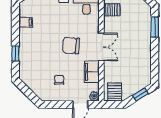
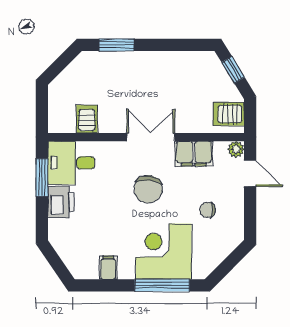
window: (15, 53) -> (162, 285), width x2.17
corner desk: (35, 54) -> (164, 252), added

